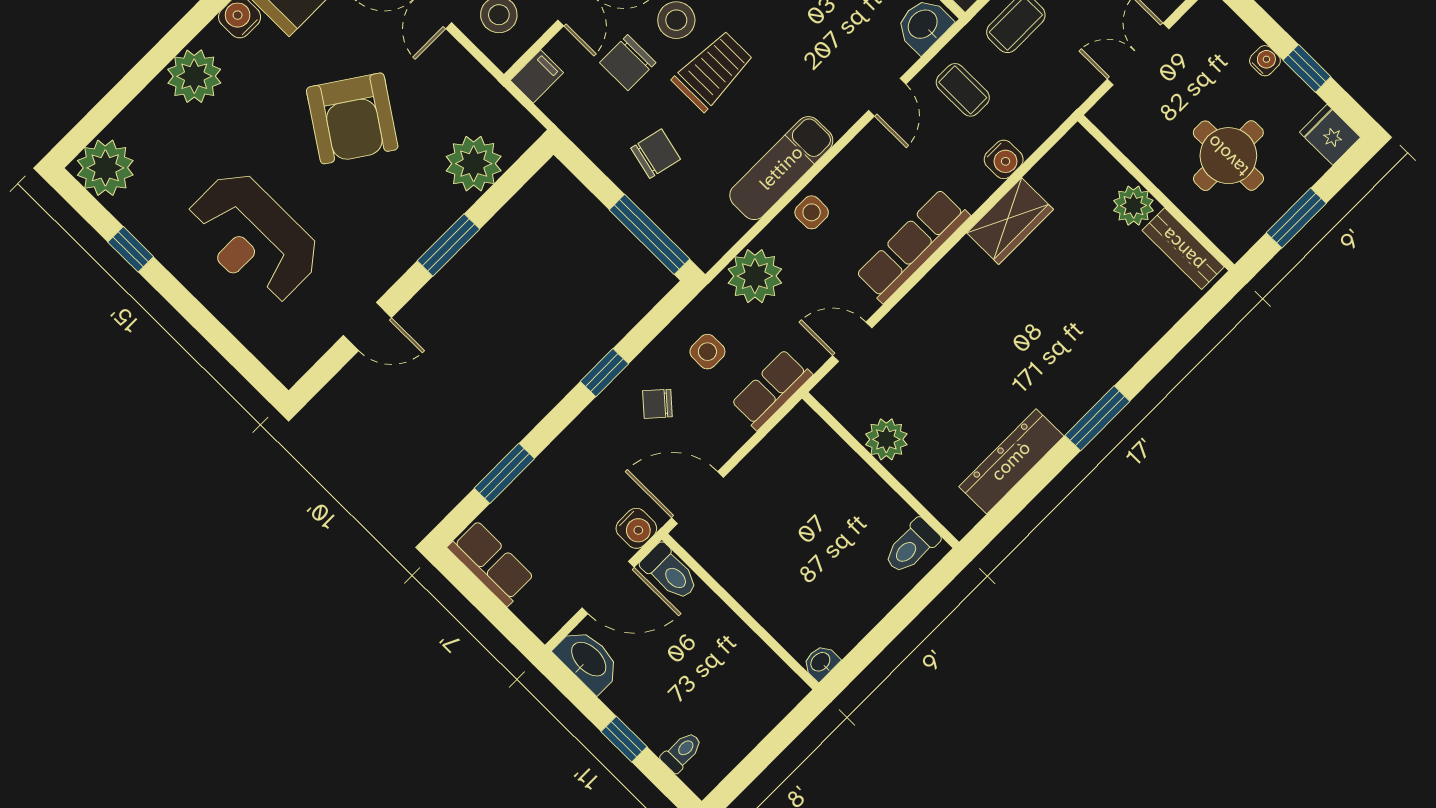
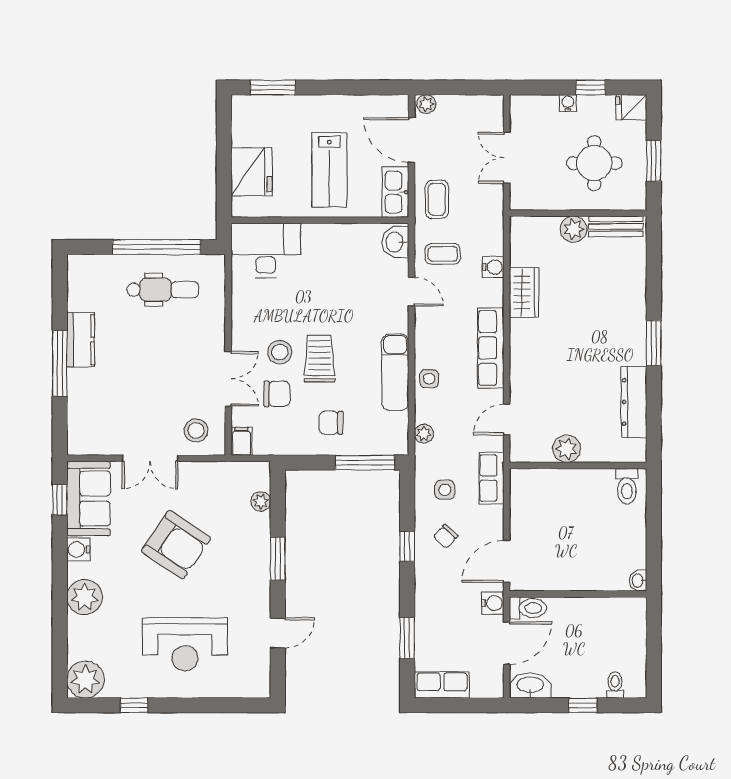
chair: (628, 63) -> (277, 394), turned -90
chair: (656, 154) -> (331, 423), turned -103
plant: (474, 164) -> (261, 502), width x0.53, depth x0.53
plant: (755, 276) -> (424, 434), width x0.53, depth x0.53

